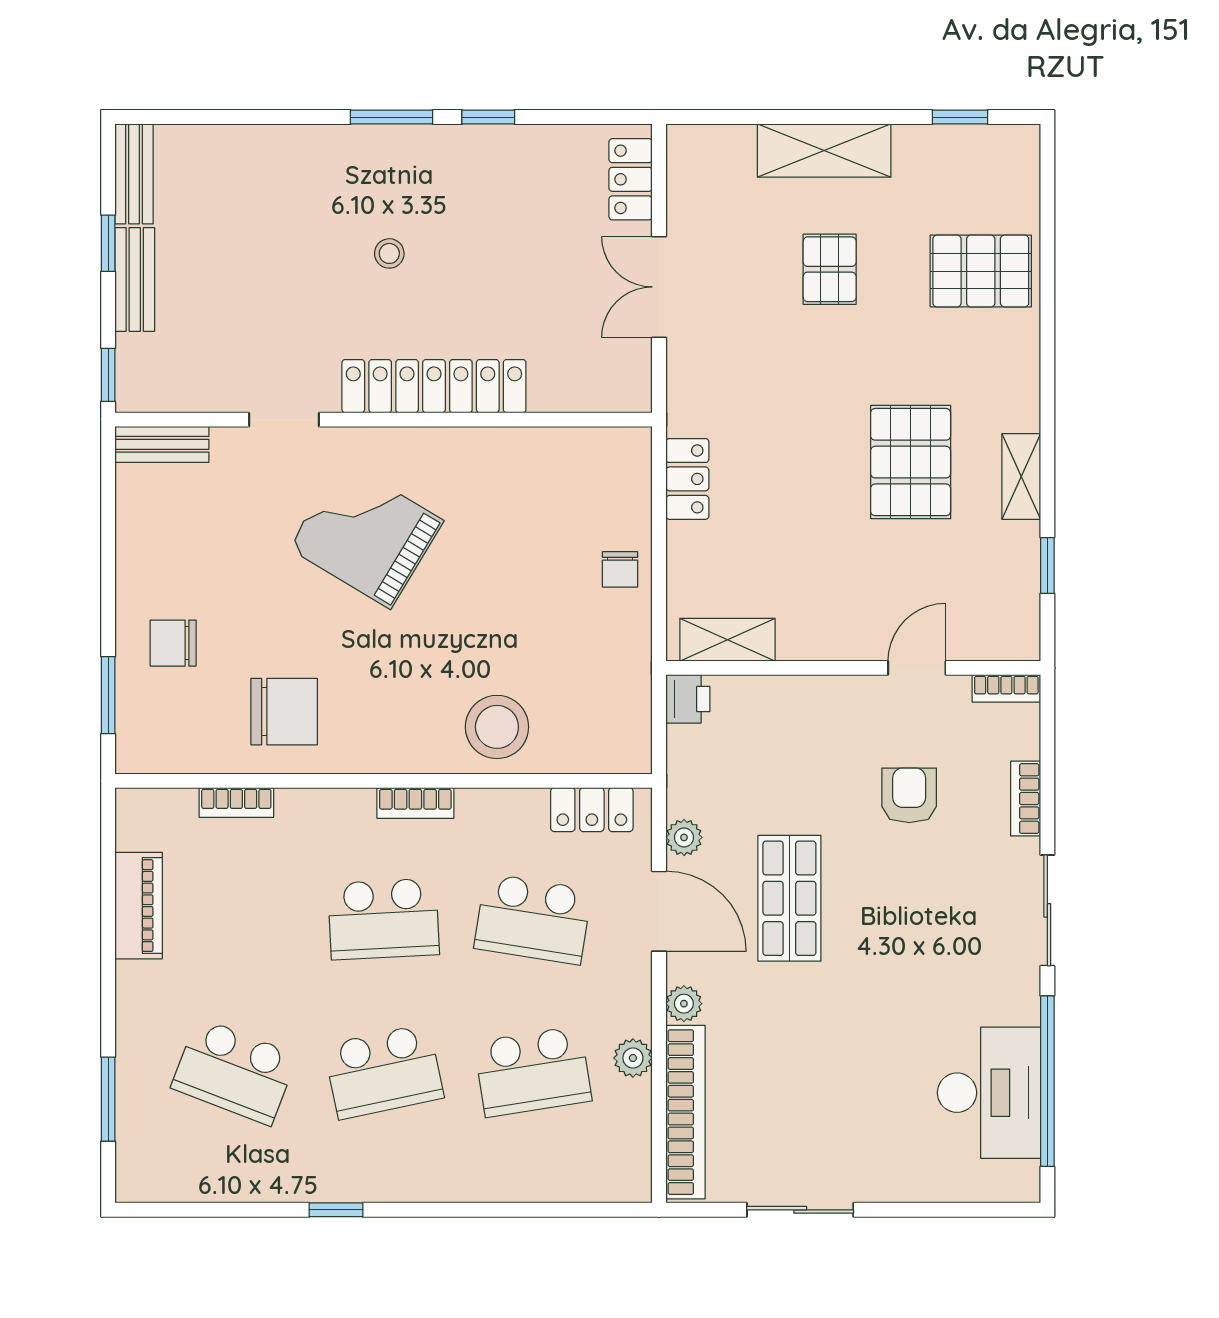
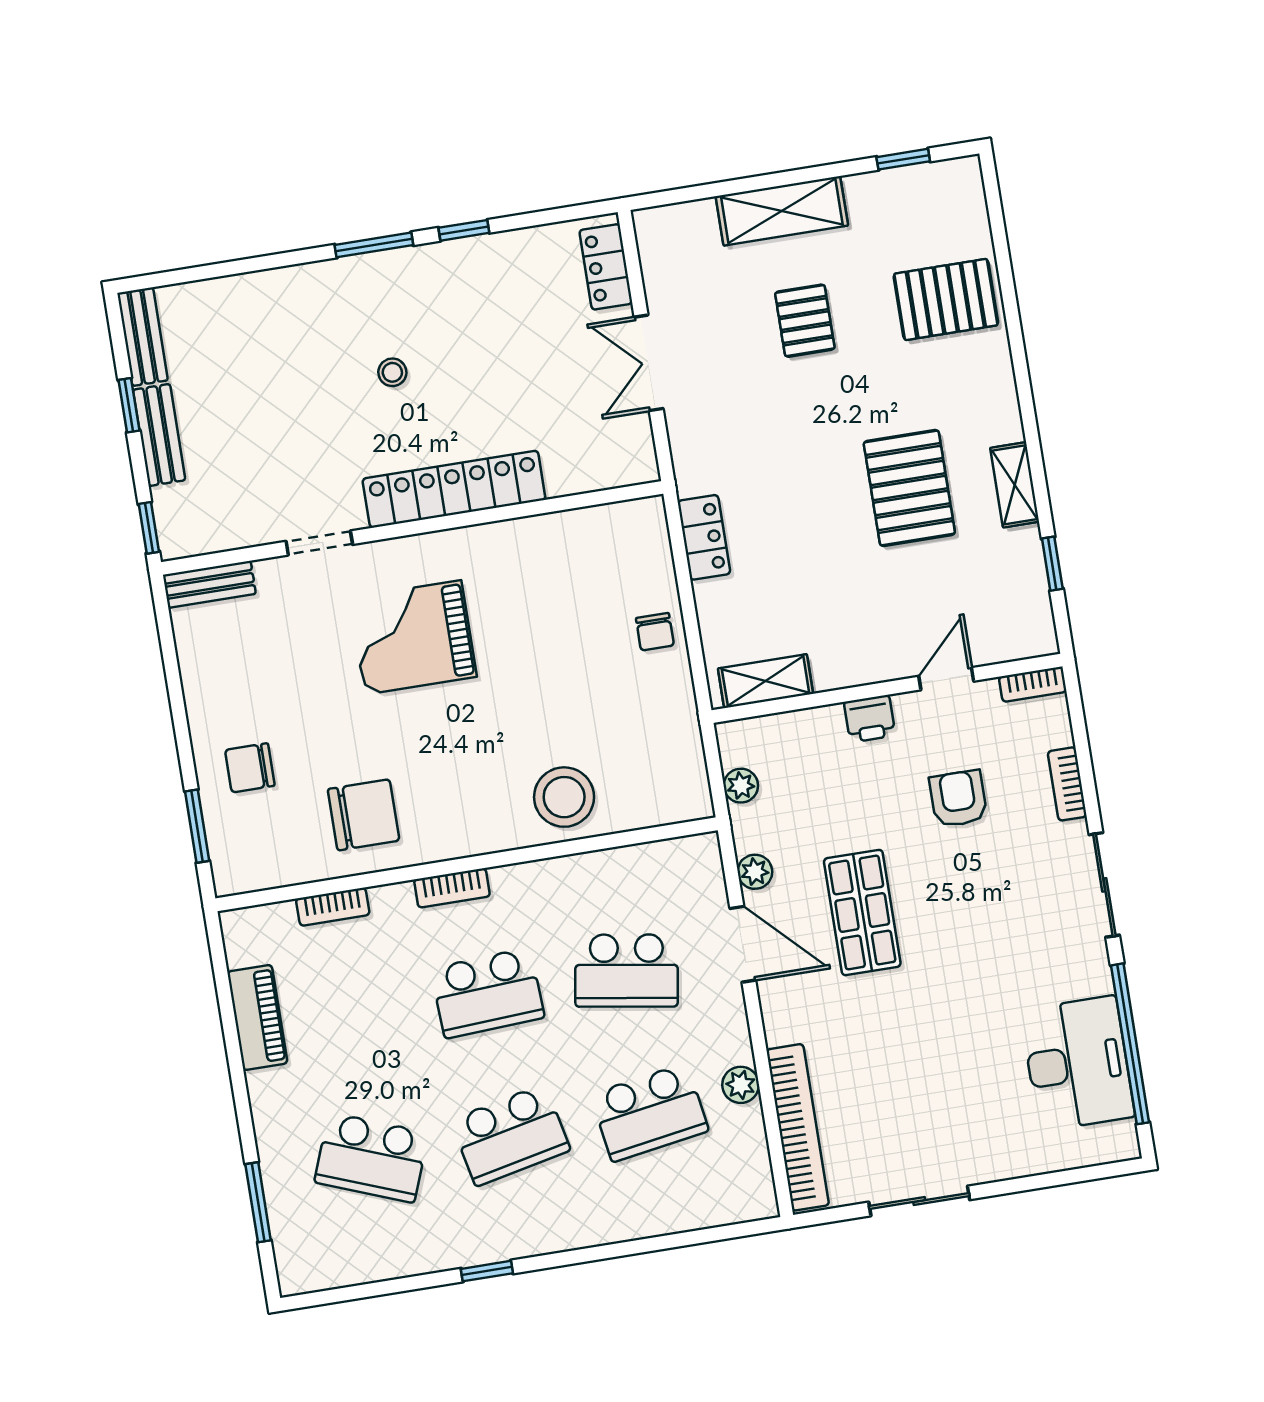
grand piano: (366, 534) -> (413, 637), turned -31
printer: (688, 699) -> (870, 719), moved, turned 90
bookcase: (415, 803) -> (452, 888), moved
locker: (592, 810) -> (665, 860), removed
plant: (684, 1004) -> (741, 786), moved

